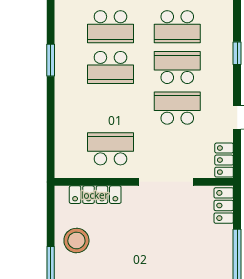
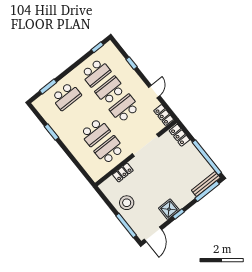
school desk: (110, 67) -> (95, 132), moved
locker: (95, 195) -> (123, 173), width x0.66

